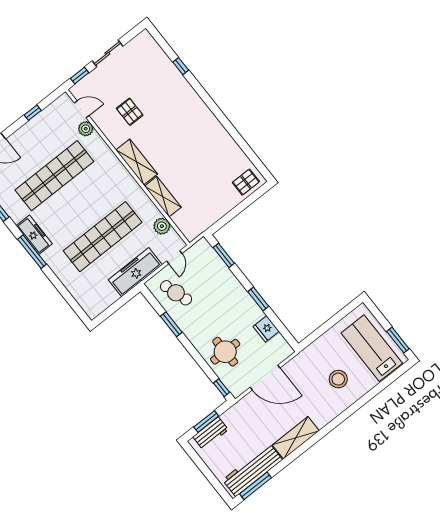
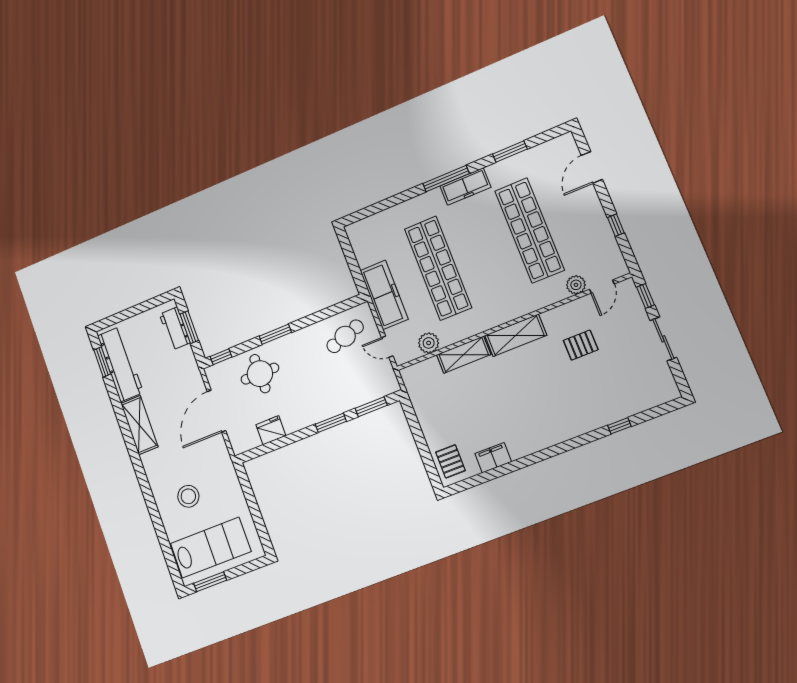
filing cabinet: (233, 151) -> (493, 458), added
window: (258, 299) -> (331, 423), moved
window: (171, 324) -> (275, 334), moved
window: (256, 486) -> (102, 362), width x0.69

